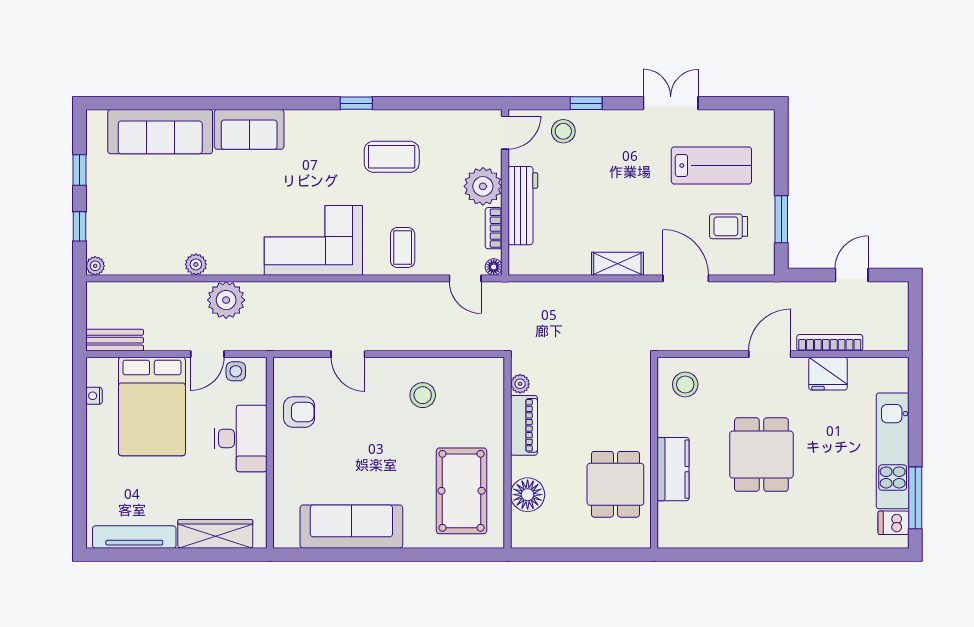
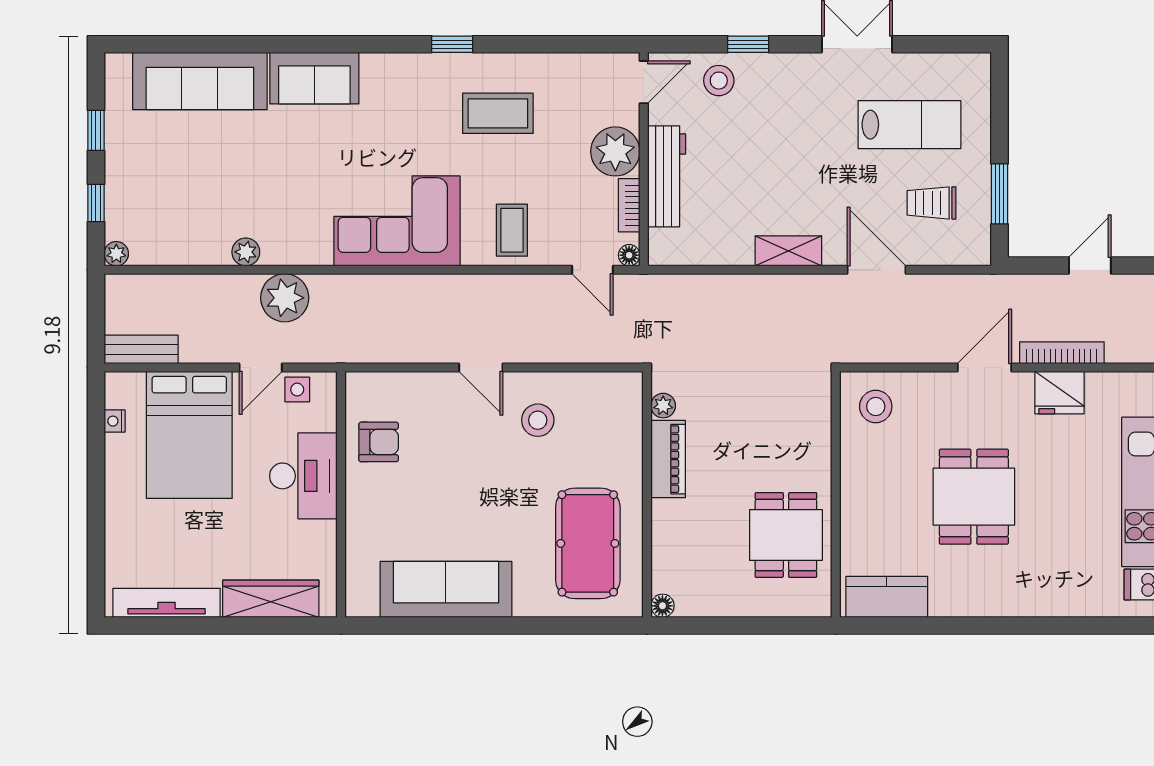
door: (348, 354) -> (481, 367), moved
kitchen counter: (673, 469) -> (887, 597), moved, turned -90
floor lamp: (528, 495) -> (662, 606), moved, width x0.53, depth x0.53

